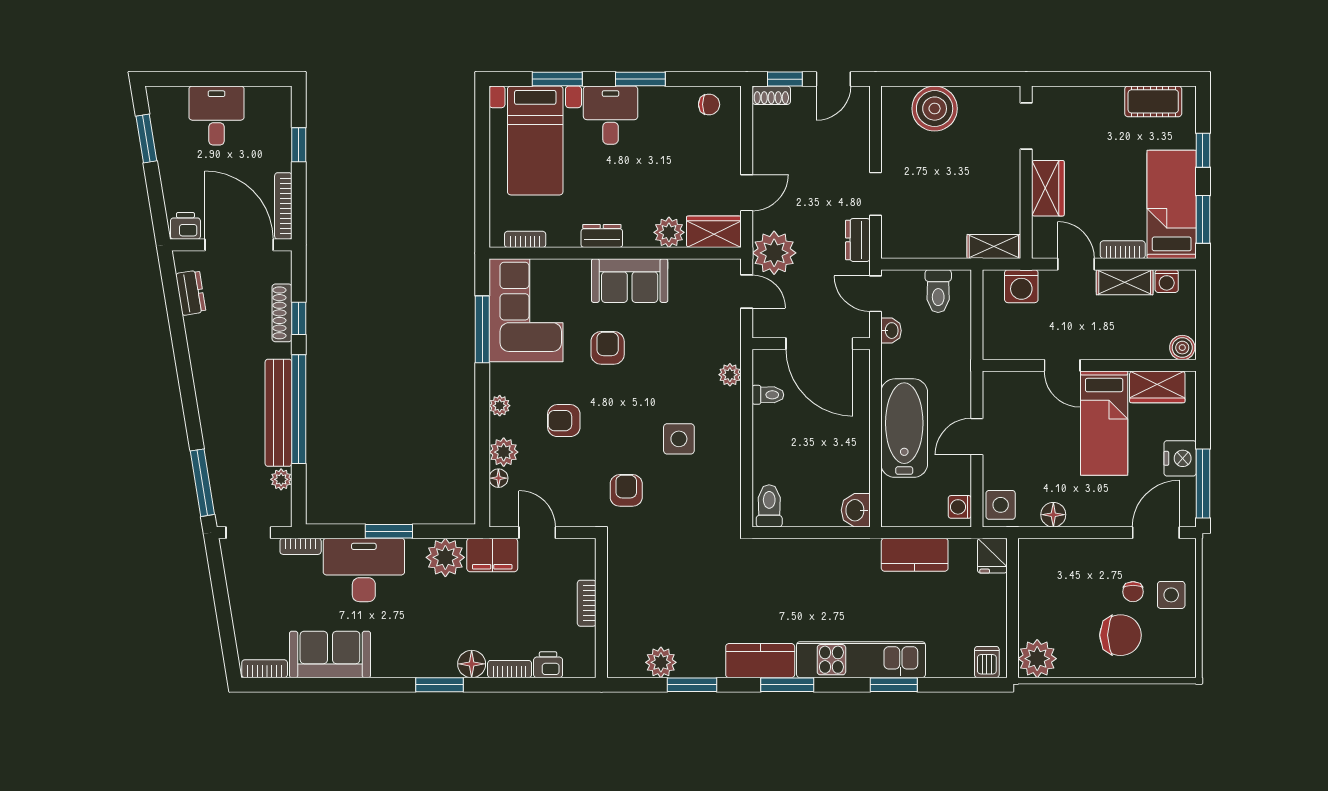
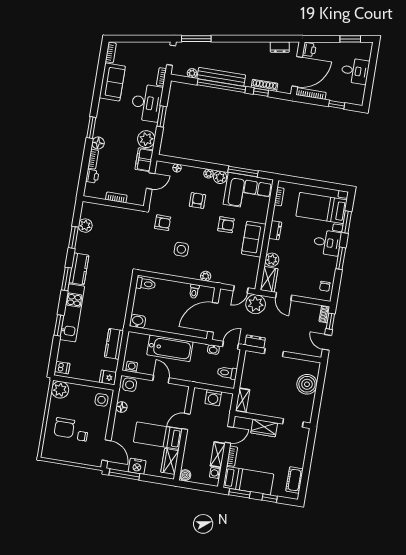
washing machine: (1021, 286) -> (213, 398), moved, turned -90
plant: (504, 452) -> (220, 177), moved
side table: (1171, 595) -> (102, 400), moved

